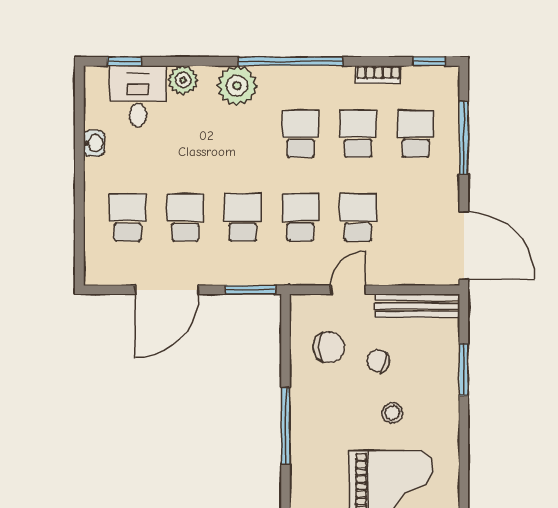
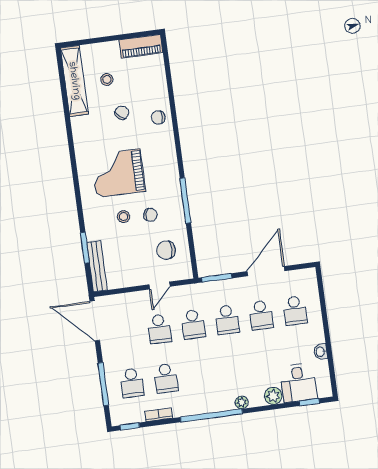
plant: (237, 86) -> (242, 402), width x0.53, depth x0.53
school desk: (300, 134) -> (200, 374), removed
bench: (417, 306) -> (97, 266), moved, turned 90
chair: (378, 361) -> (150, 215), moved

